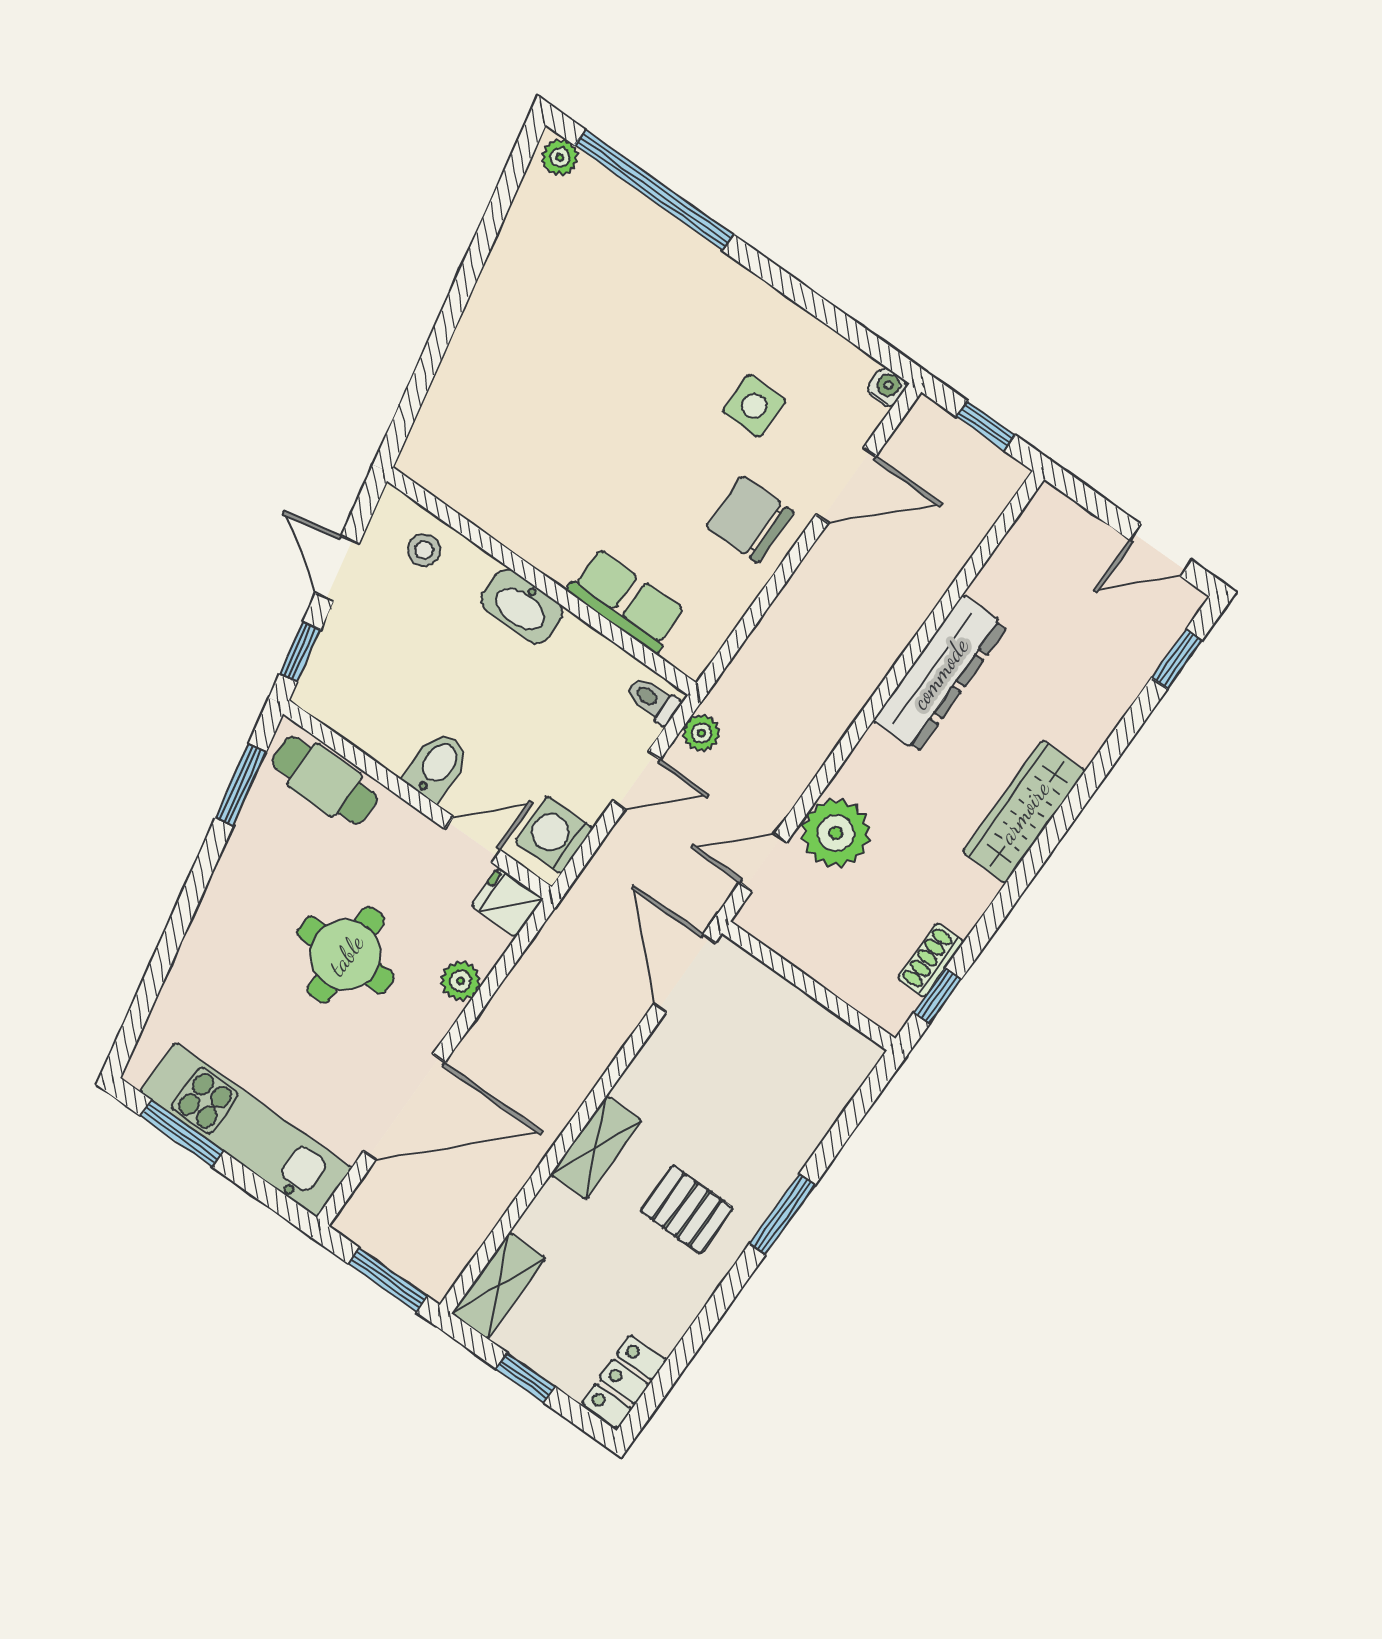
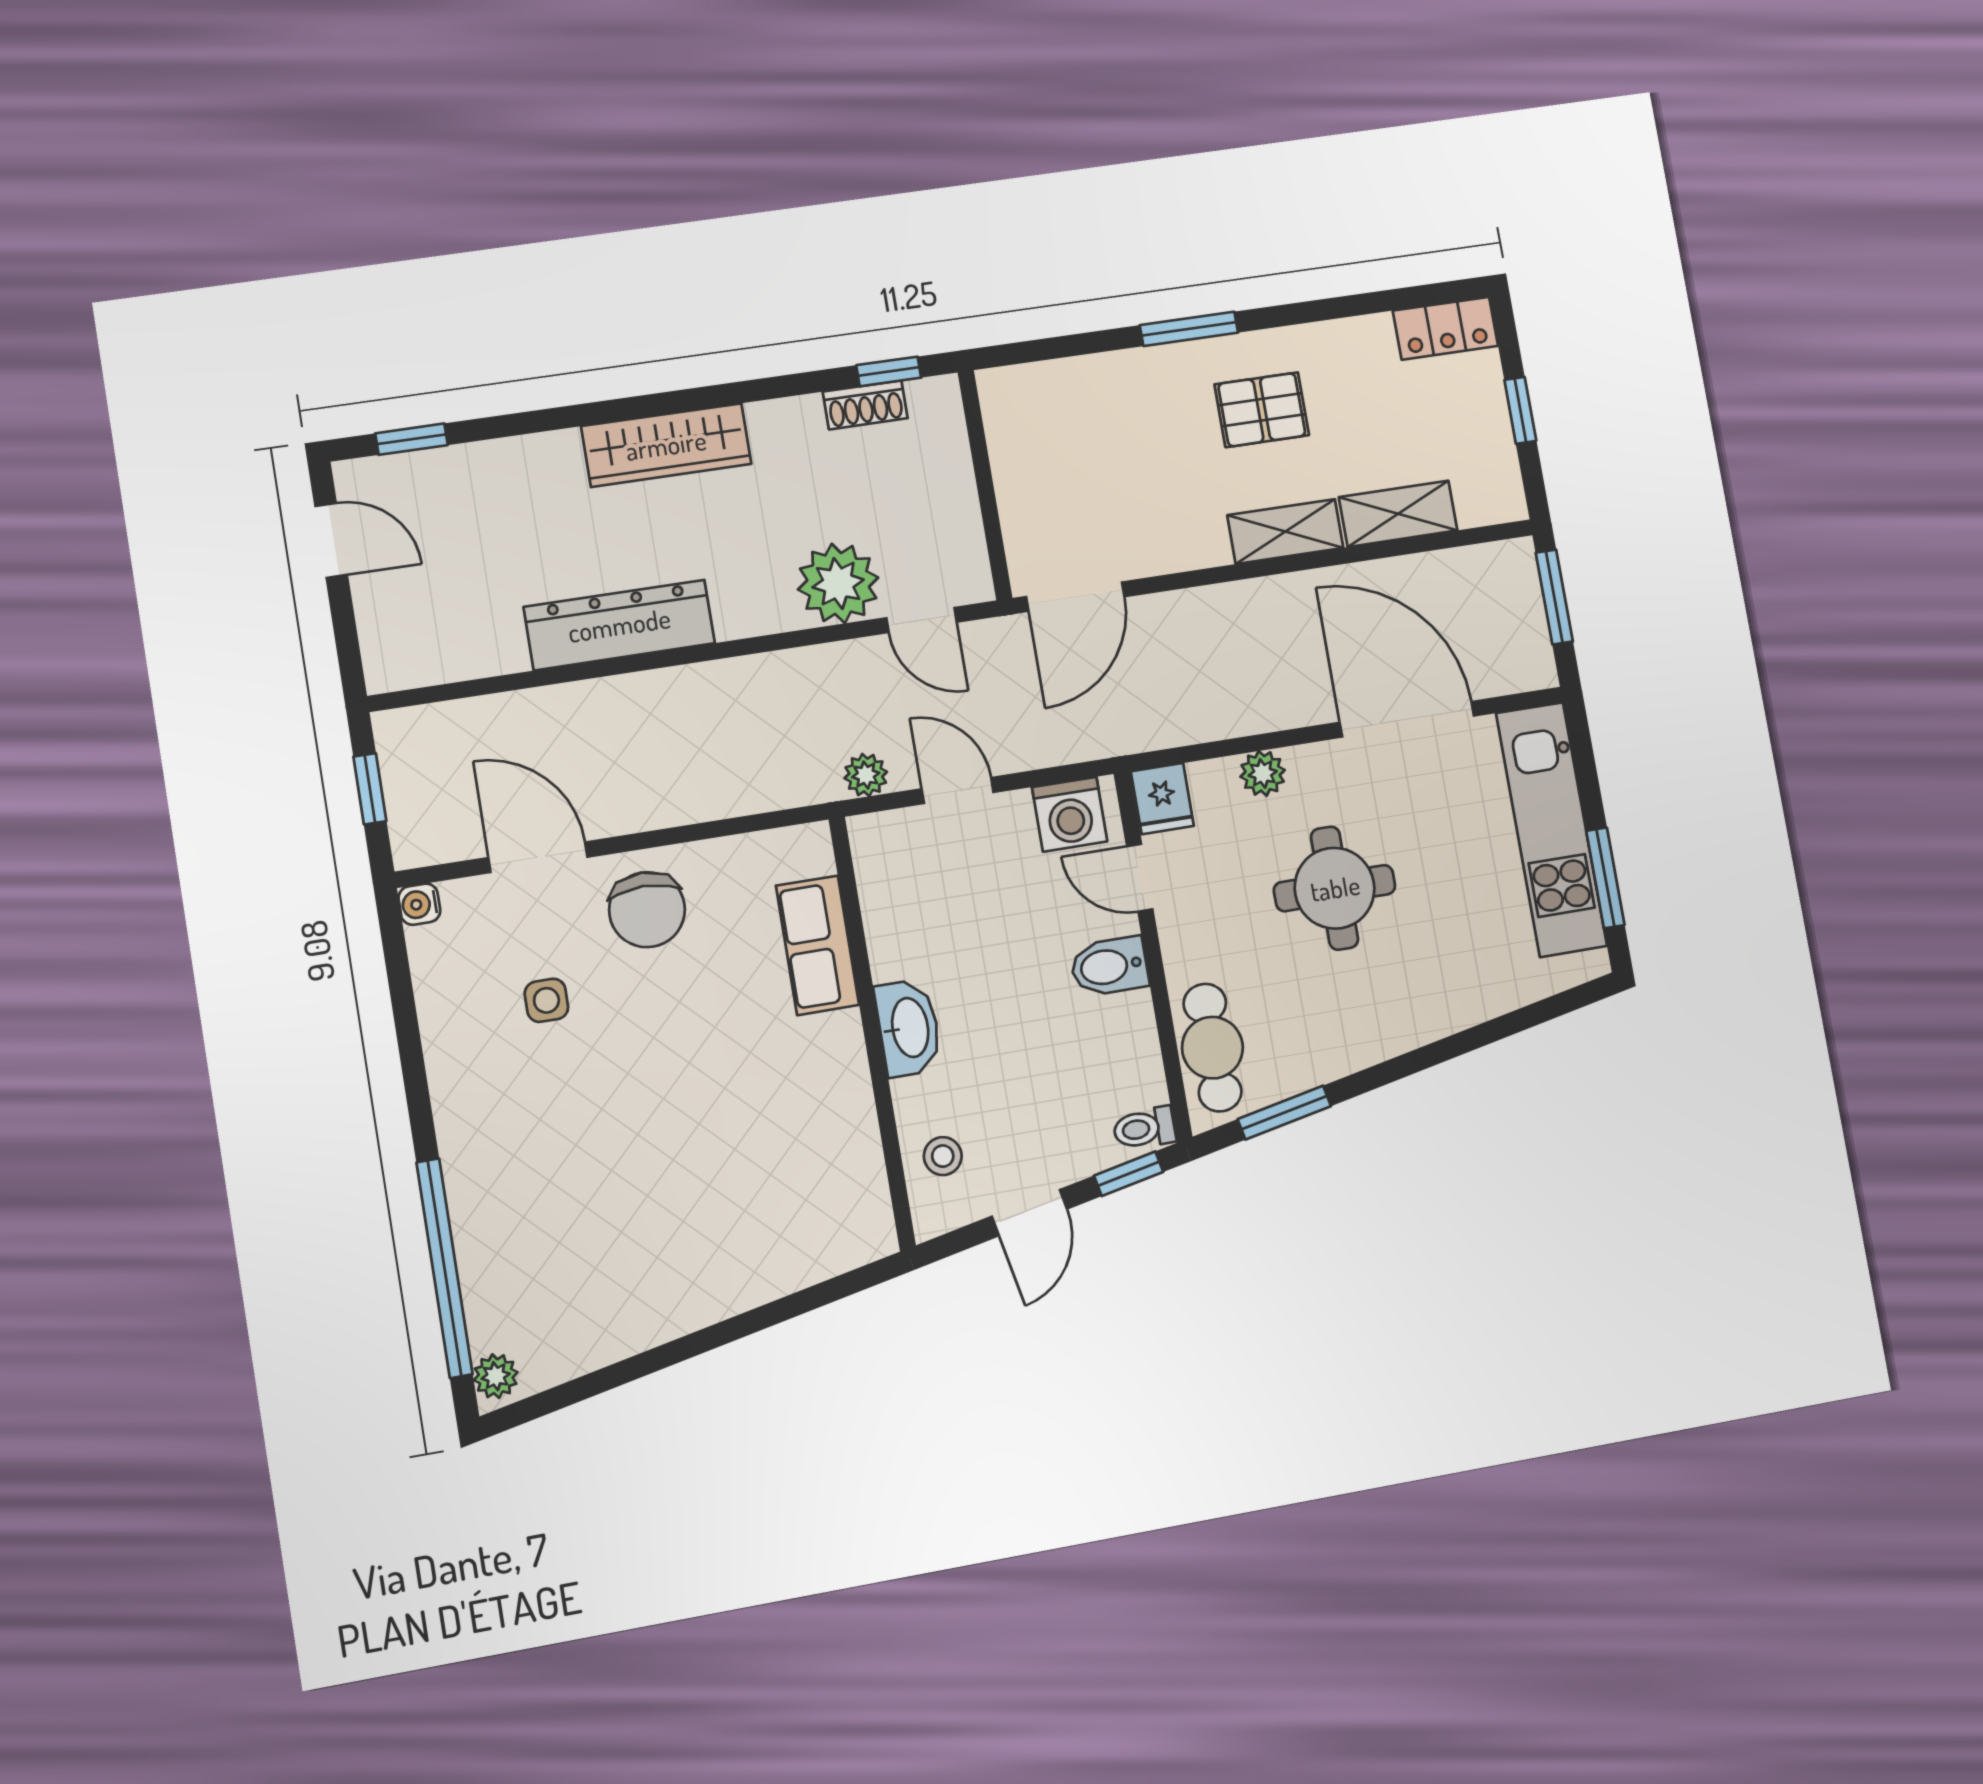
side table: (754, 406) -> (546, 1000), width x0.73, depth x0.73
toilet: (653, 700) -> (1144, 1128), moved, turned 90
pallet: (687, 1210) -> (1262, 410), turned 90
shelving: (499, 1286) -> (1398, 514), moved

